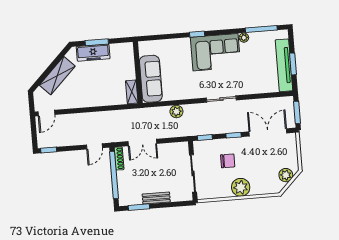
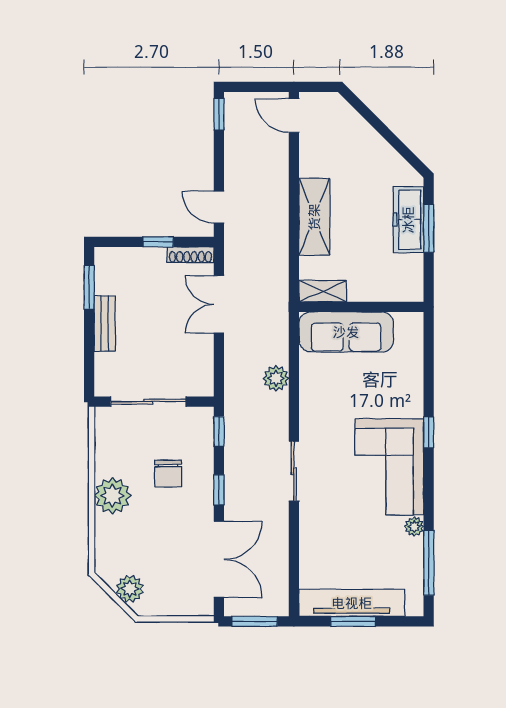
shelving: (57, 76) -> (314, 217), moved, turned 45
window: (114, 175) -> (158, 242), width x0.32

